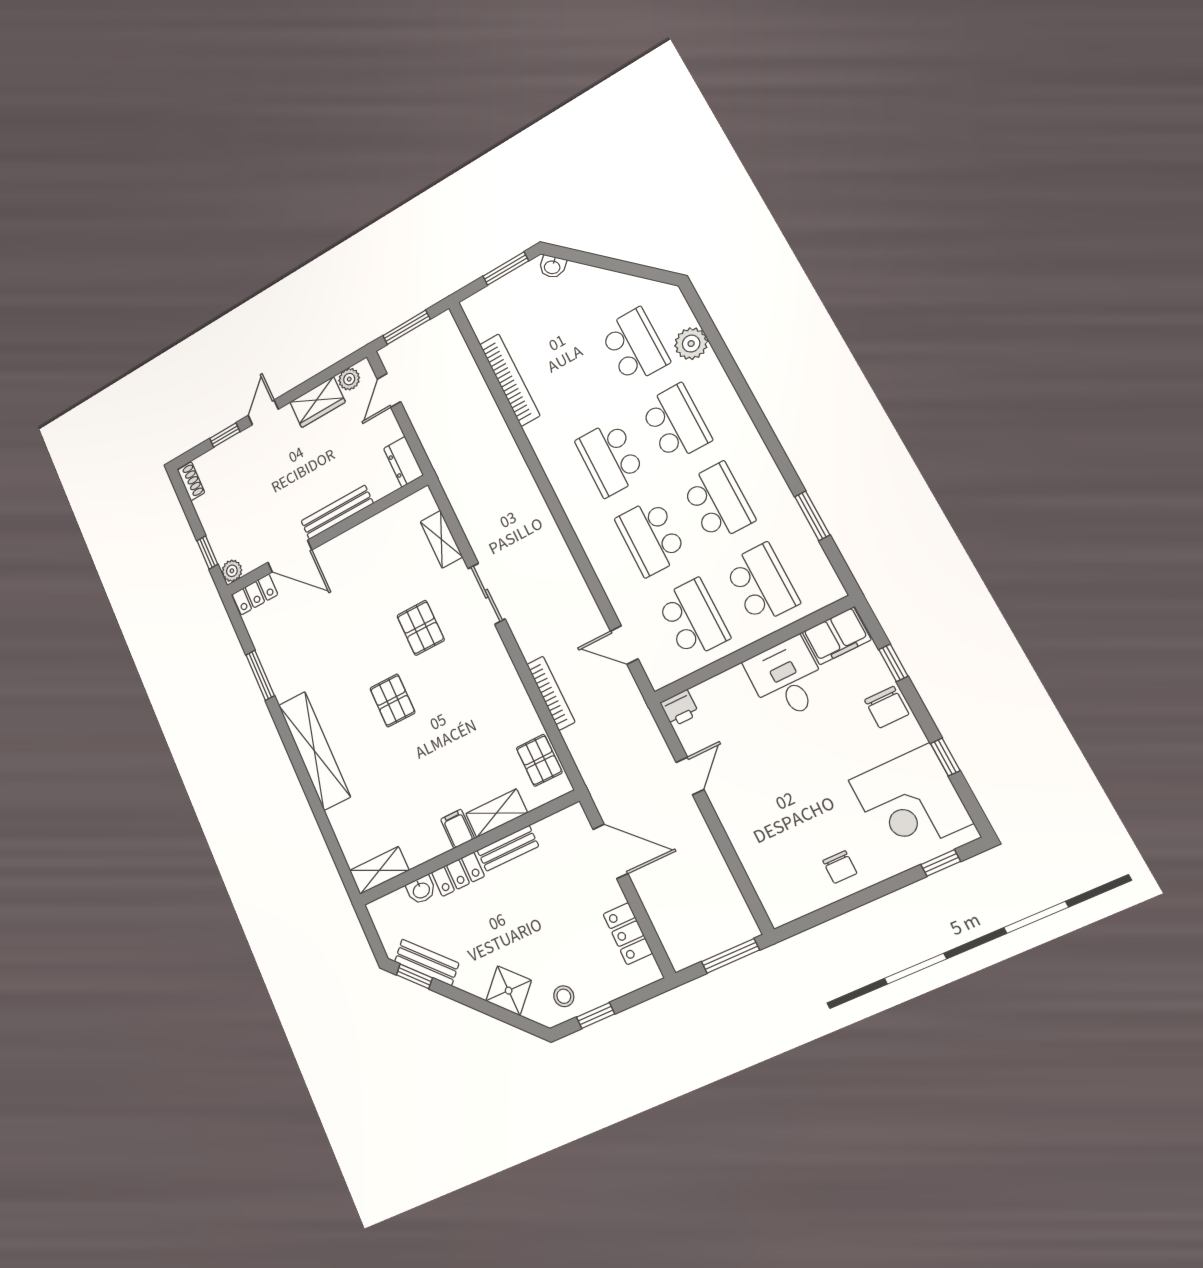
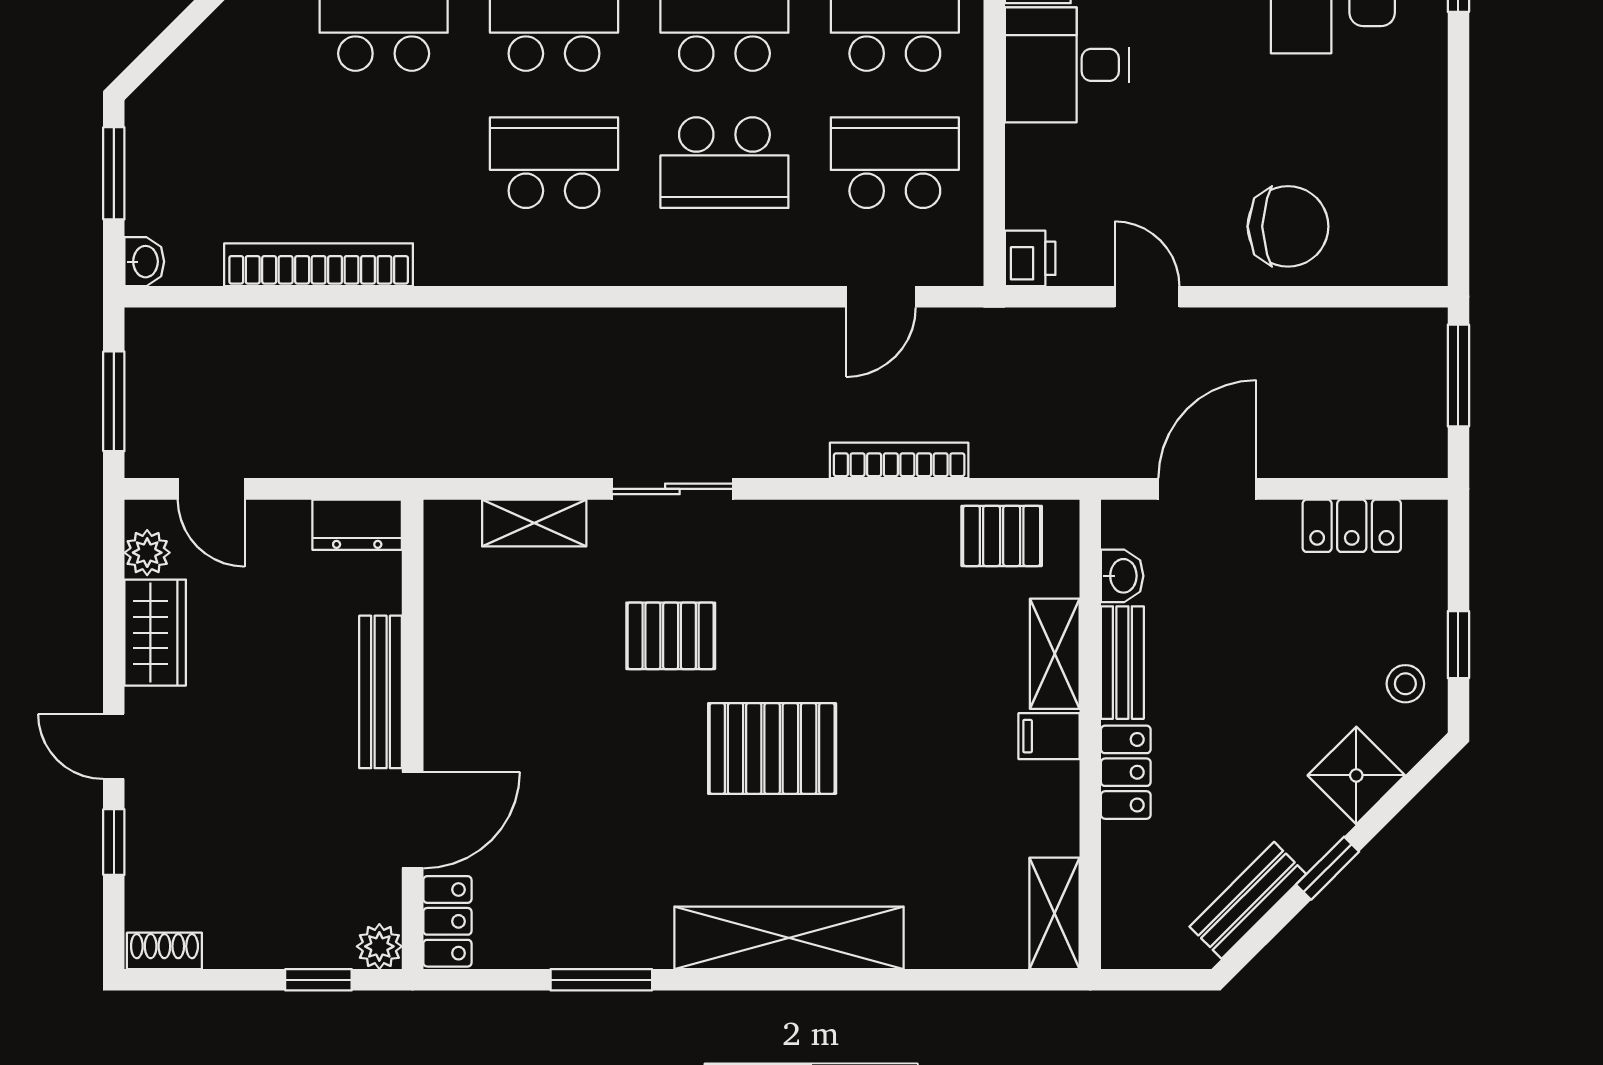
washbasin: (552, 267) -> (144, 262), moved, turned -45
school desk: (610, 458) -> (554, 163), turned 180
pallet: (393, 700) -> (772, 749), width x1.50, depth x1.42
chair: (840, 867) -> (1288, 226), moved, width x1.87, depth x1.87
washbasin: (421, 890) -> (1122, 576), moved
window: (414, 976) -> (1328, 868), moved

